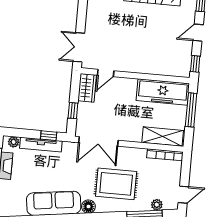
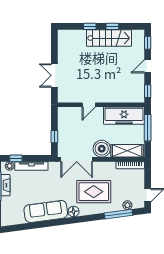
double door: (79, 47) -> (54, 75), moved
door: (106, 73) -> (89, 105), moved
wardrobe: (87, 88) -> (64, 118), removed
boiler: (131, 131) -> (102, 149), added
window: (49, 136) -> (16, 158), moved

